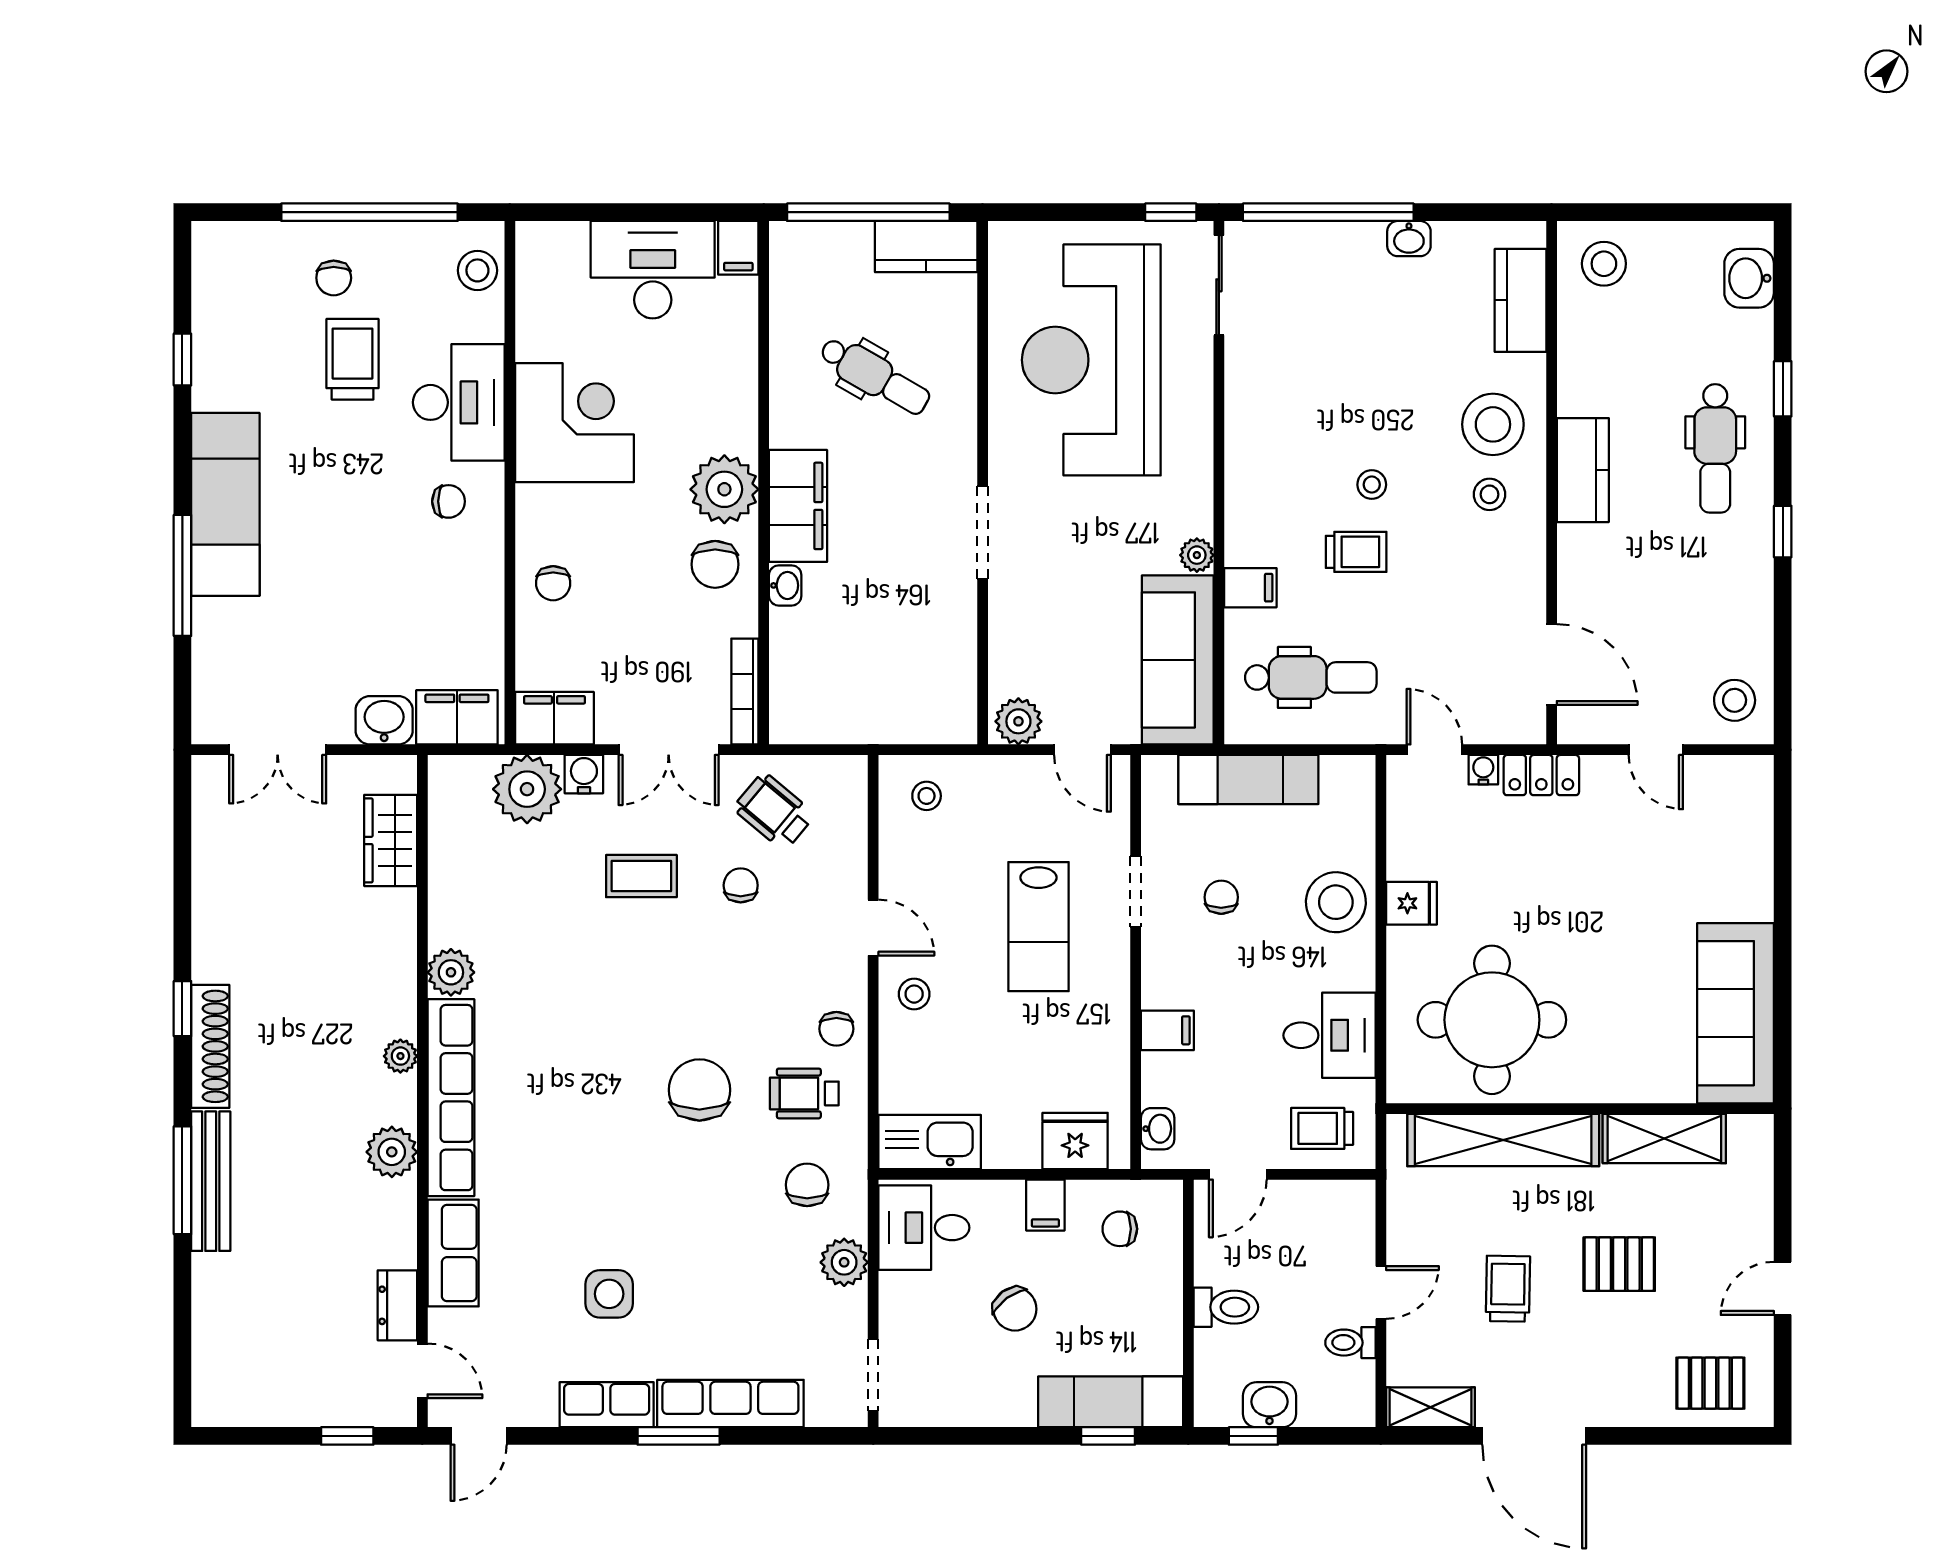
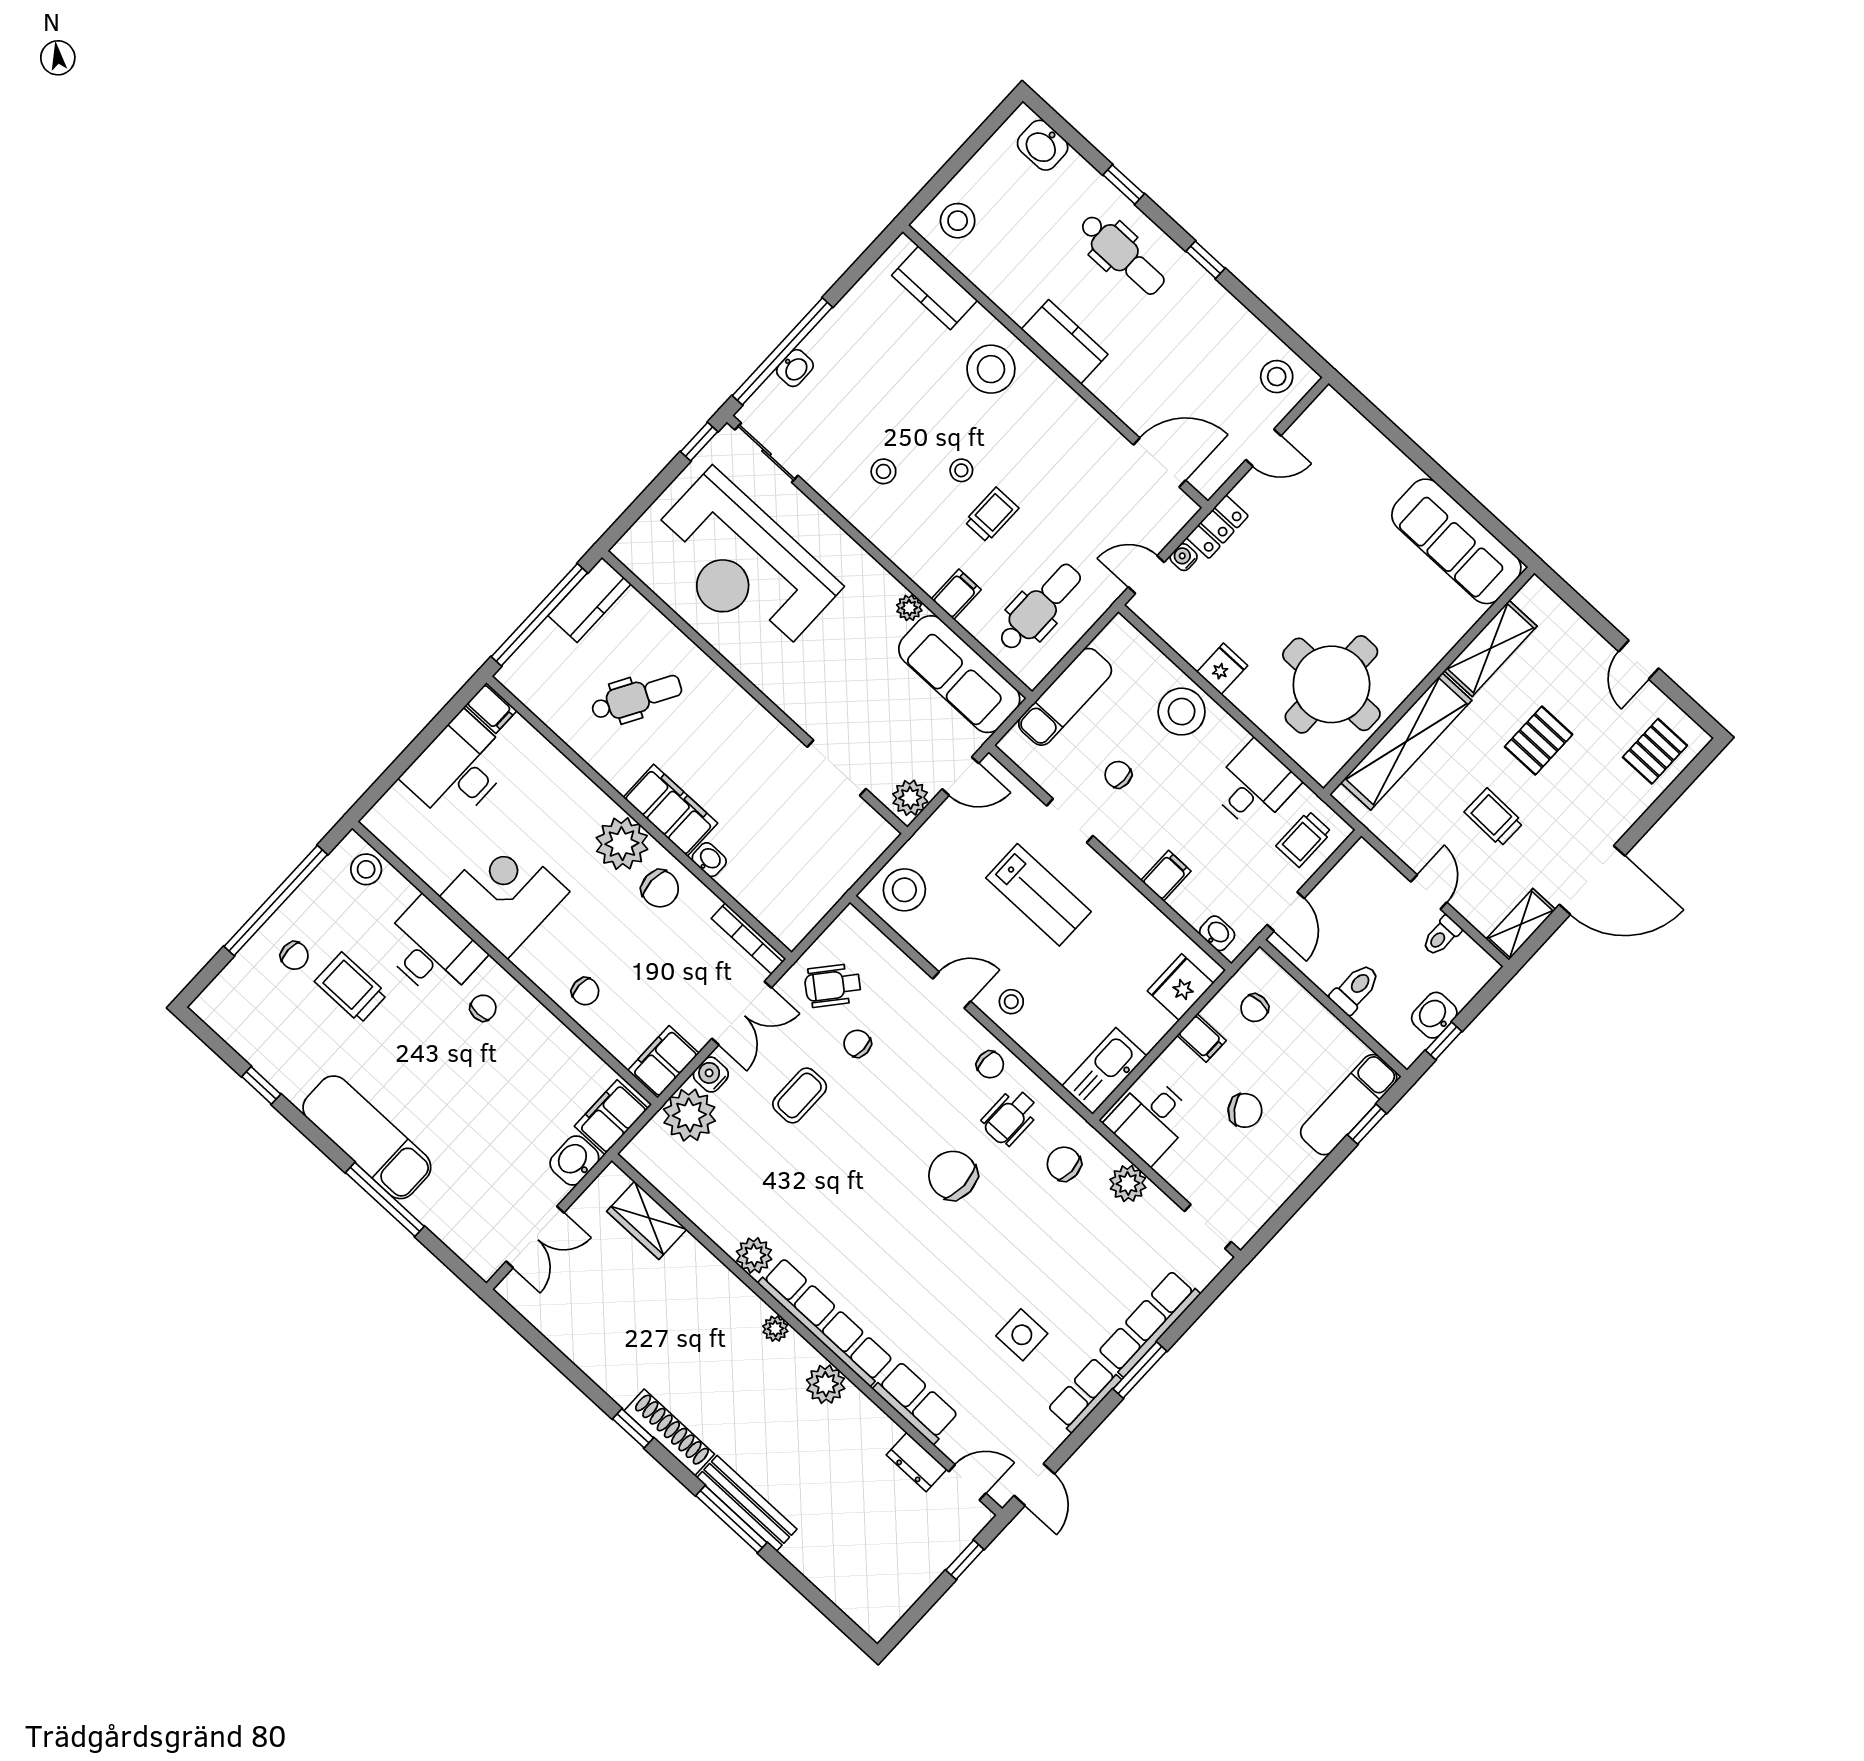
washbasin: (1409, 239) -> (795, 368), moved
stool: (1490, 494) -> (883, 471), moved
doorway: (983, 533) -> (837, 768), moved
stool: (927, 796) -> (904, 890), width x1.89, depth x1.89

